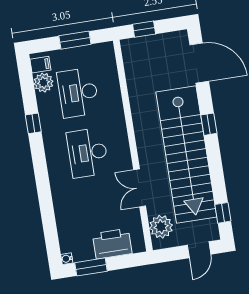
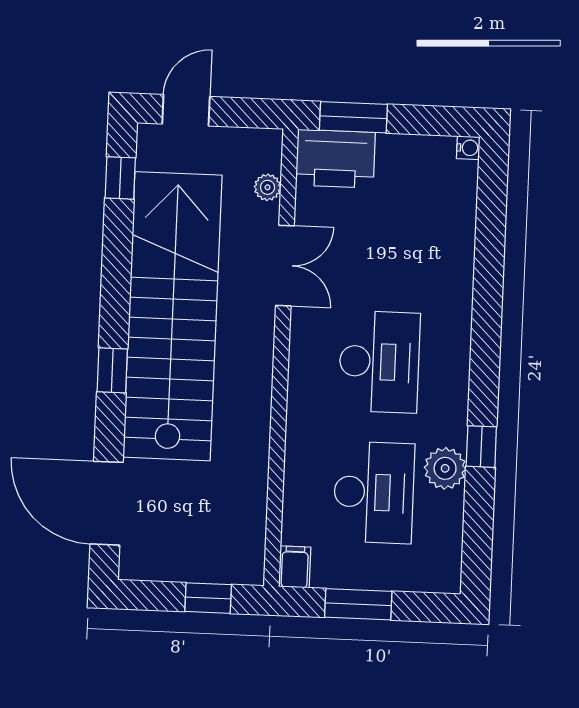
filing cabinet: (40, 65) -> (295, 567), moved, turned 90
plant: (43, 83) -> (445, 468), moved
plant: (161, 227) -> (268, 187), width x0.53, depth x0.53
printer: (112, 244) -> (335, 159), moved
window: (91, 267) -> (353, 117), moved

